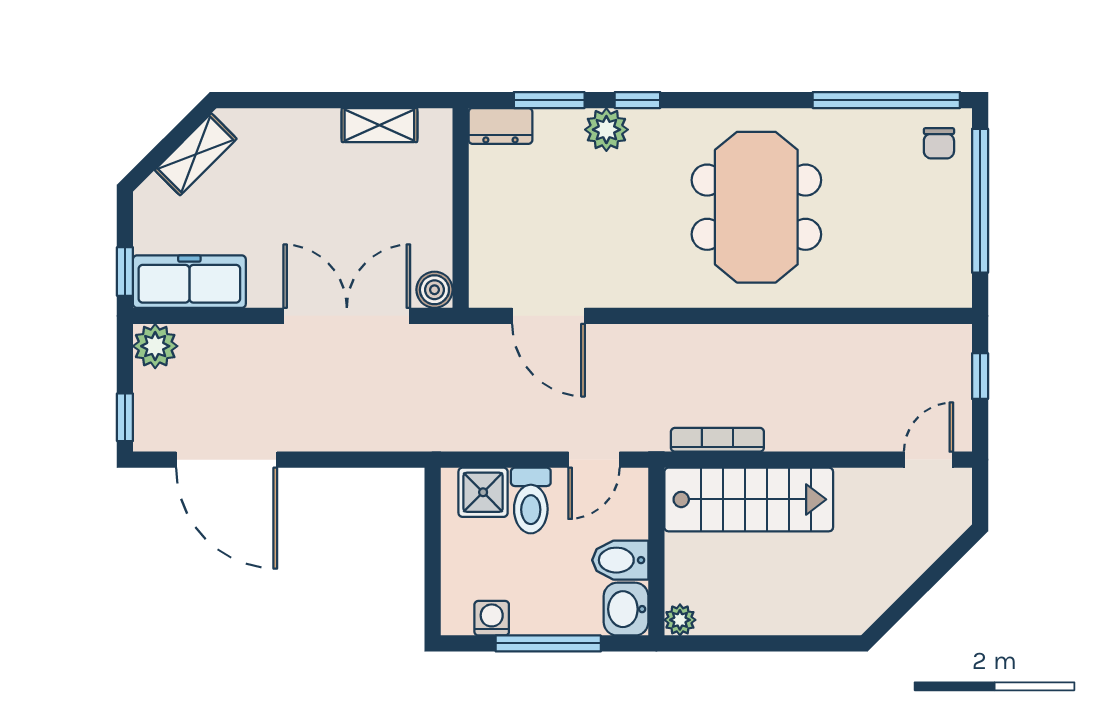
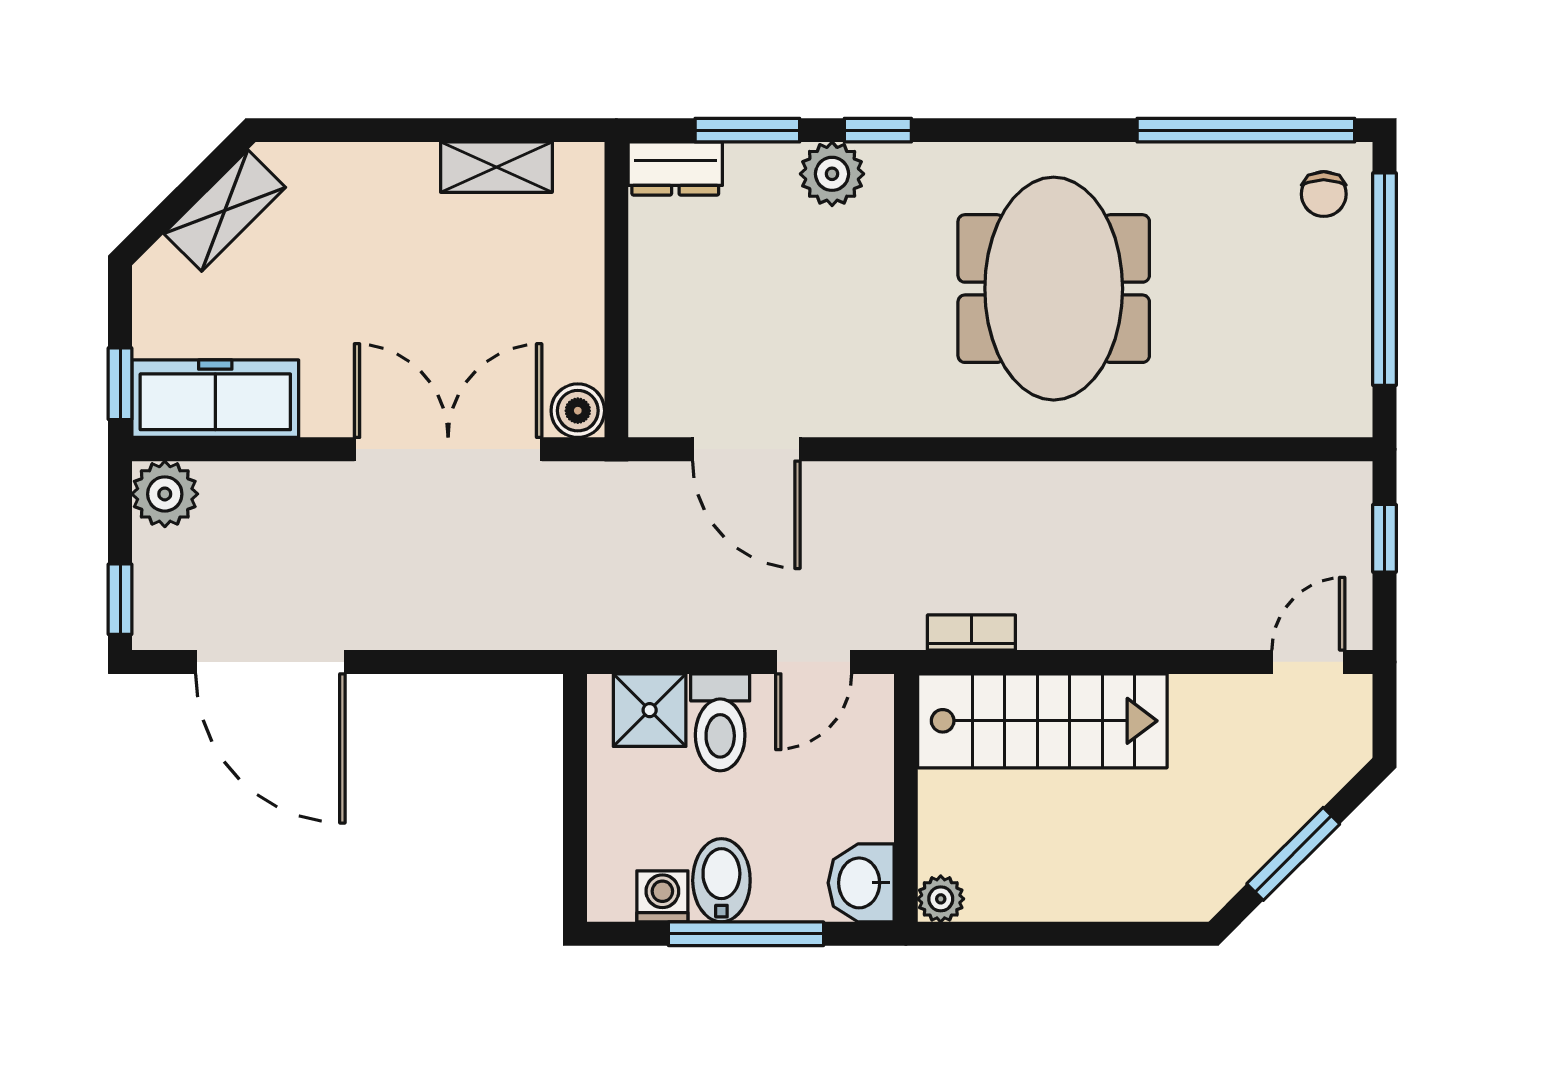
bookcase: (717, 440) -> (971, 633), width x0.64
bidet: (620, 560) -> (721, 880), moved, turned 90
window: (918, 589) -> (1293, 854), added

